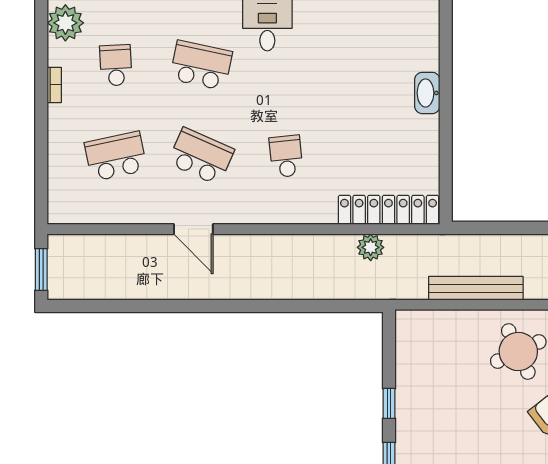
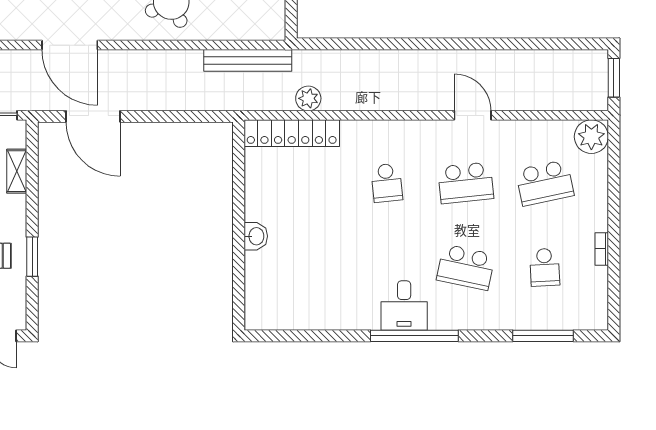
plant: (65, 23) -> (591, 137), moved
washbasin: (427, 93) -> (256, 236), width x0.72
school desk: (201, 156) -> (466, 183), turned -30
bench: (476, 288) -> (248, 60), moved

